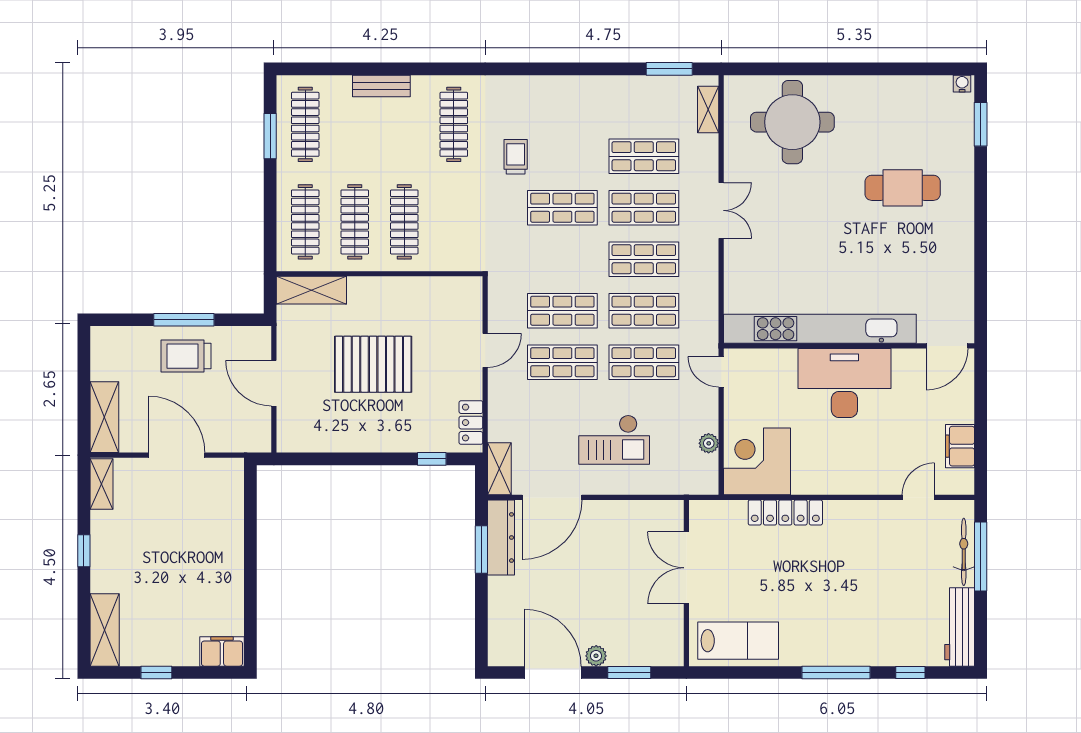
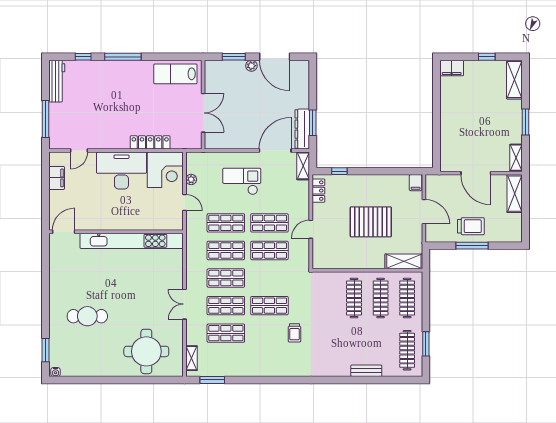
clothes rail: (454, 124) -> (328, 350), removed
door: (721, 372) -> (184, 203), moved
desk: (844, 383) -> (121, 170), moved, turned 180
filing cabinet: (289, 437) -> (416, 183), added
window: (84, 551) -> (526, 122), width x1.50
bicycle: (964, 552) -> (55, 121), removed

